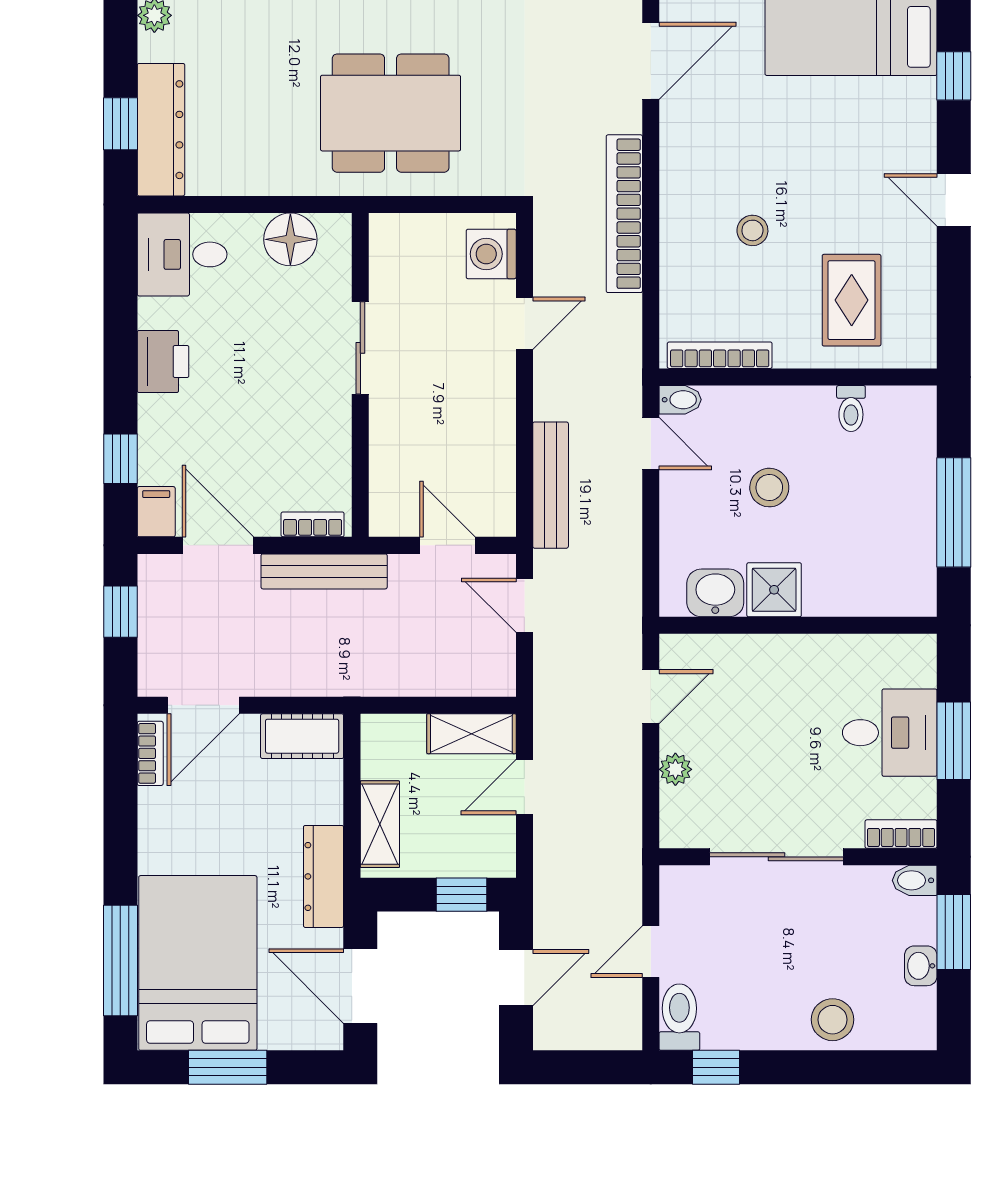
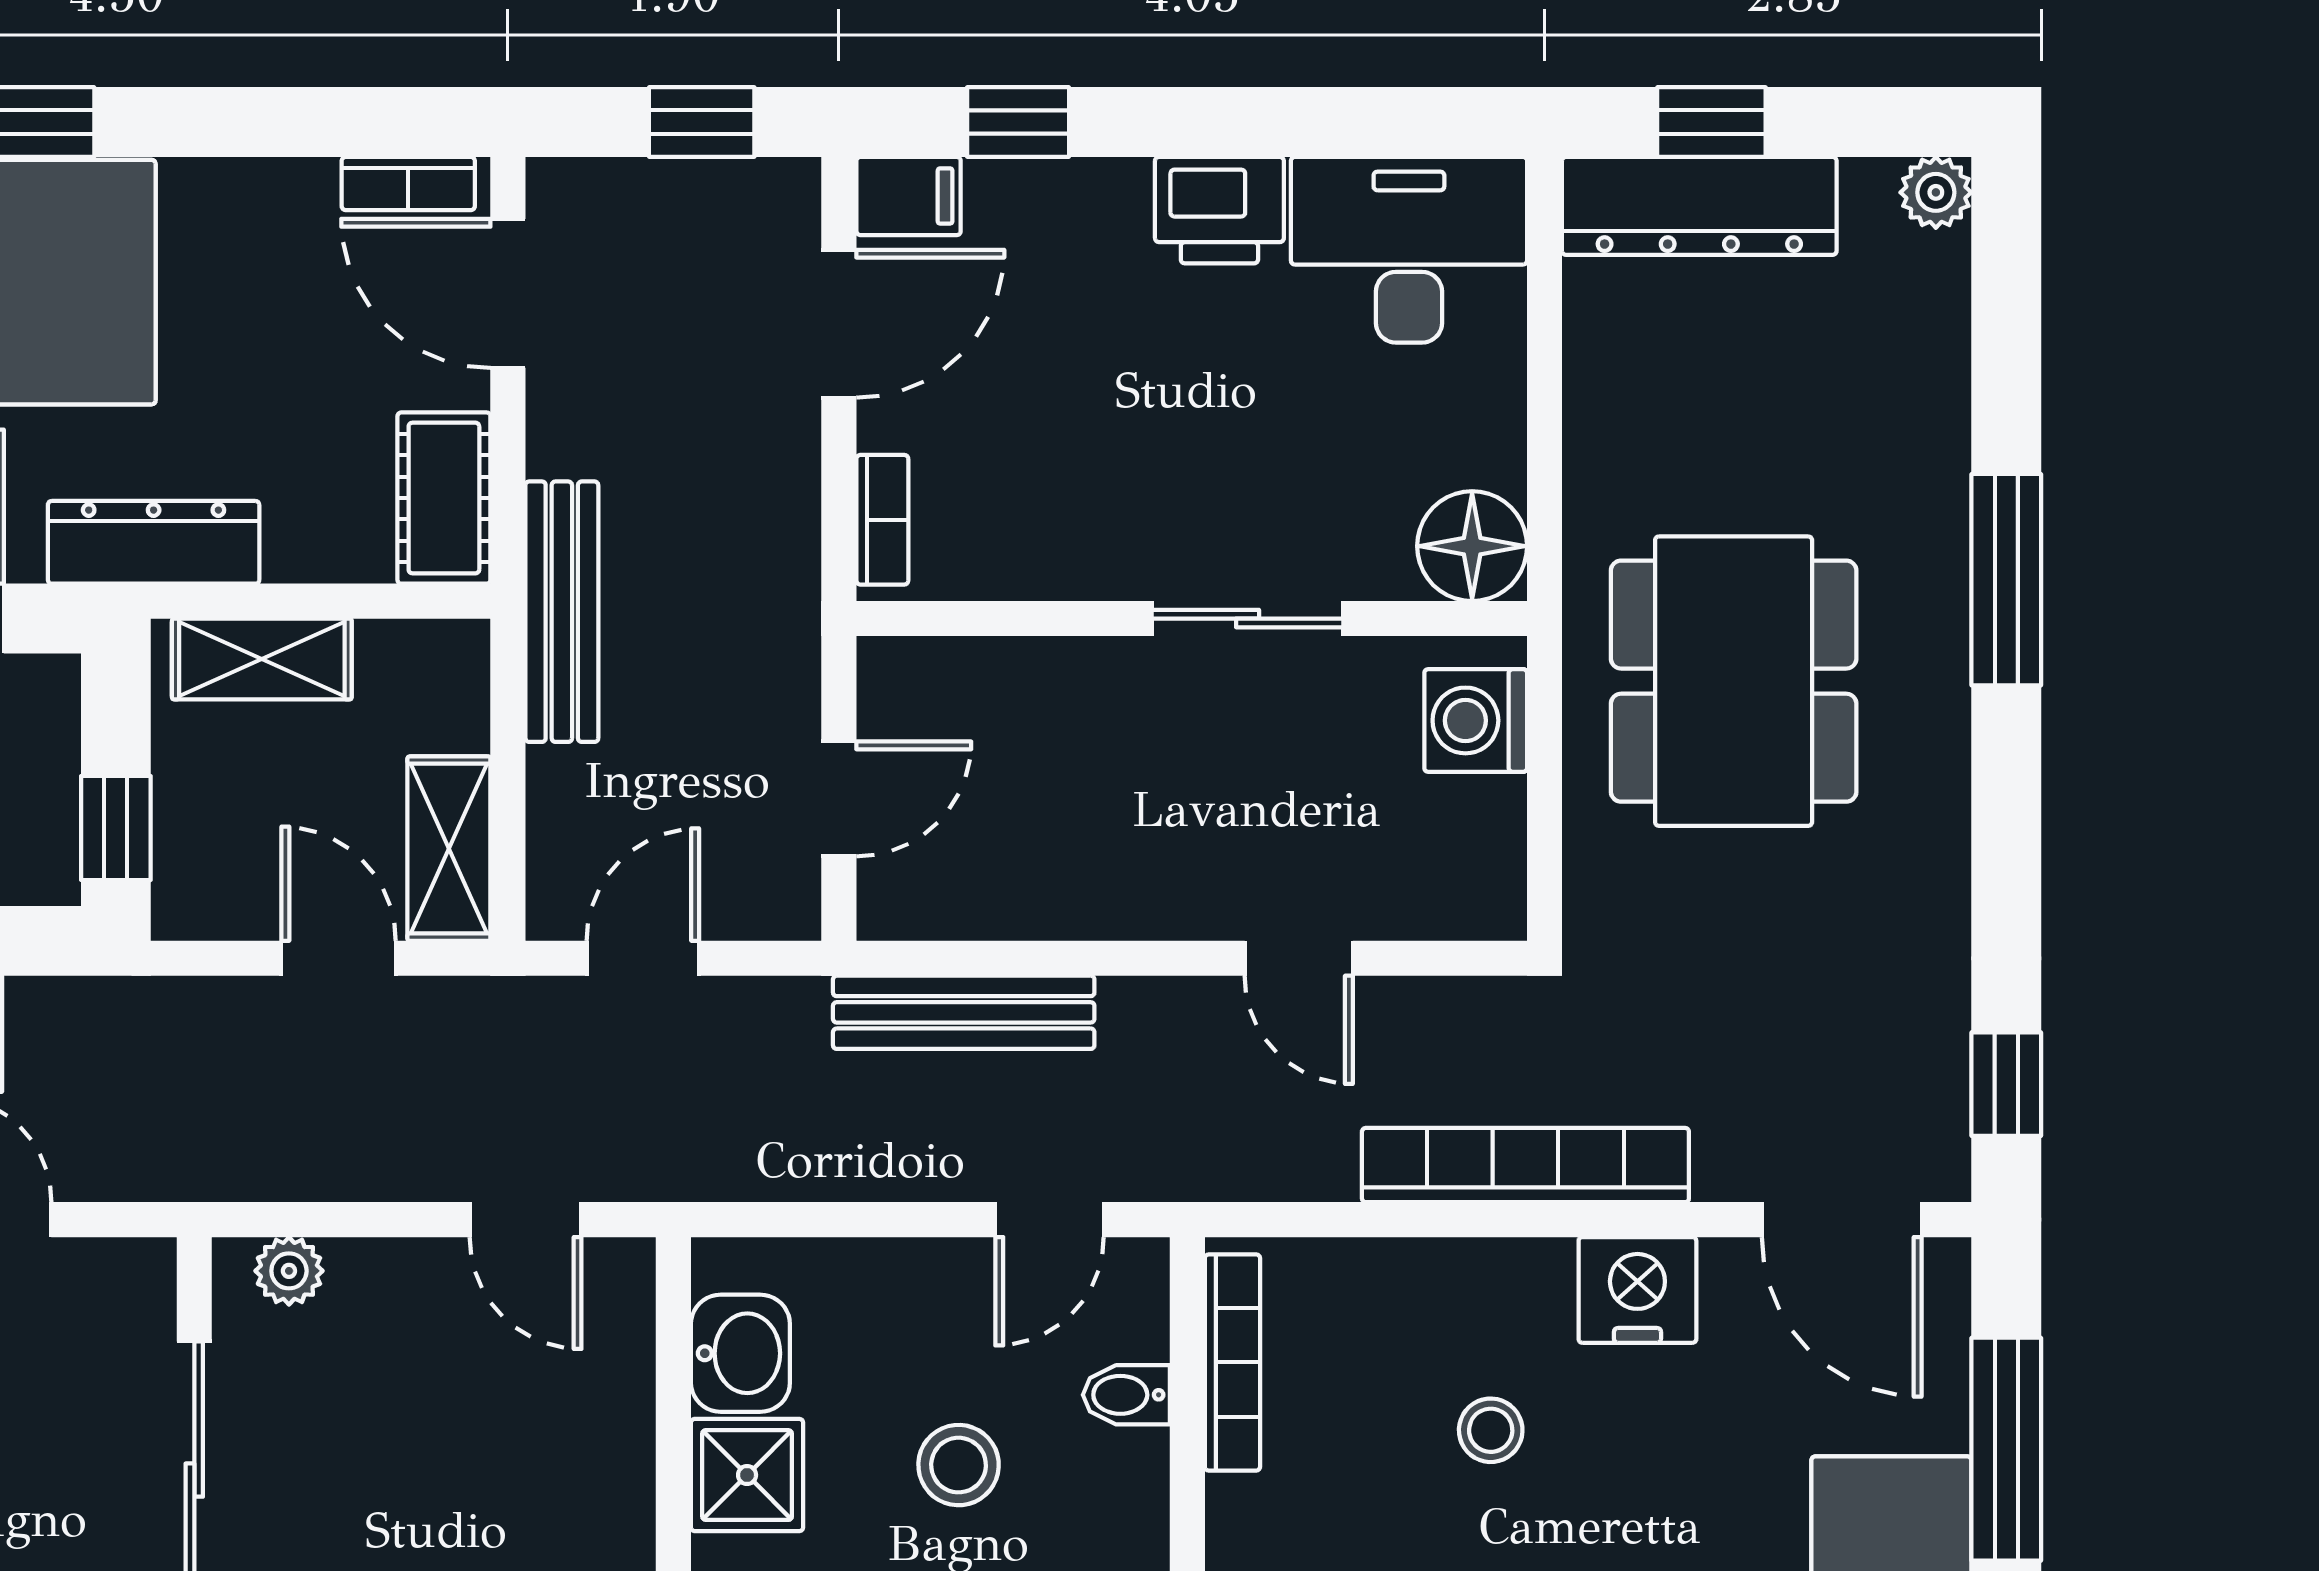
nightstand: (685, 160) -> (1637, 1290), added
floor lamp: (290, 239) -> (1472, 546), moved
desk: (182, 254) -> (1409, 250), width x1.37
washing machine: (491, 254) -> (1476, 720), moved, turned -90
bidet: (680, 400) -> (1126, 1395), moved, turned 90
bench: (324, 571) -> (562, 612), moved
door: (524, 605) -> (643, 958), moved
plant: (675, 769) -> (289, 1271), moved

